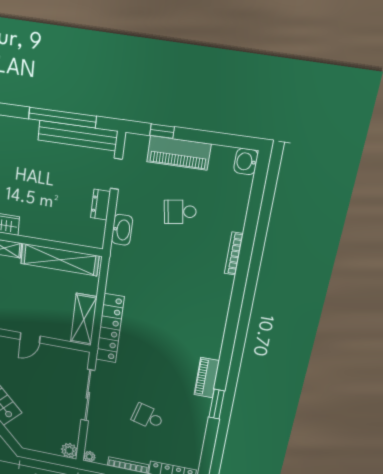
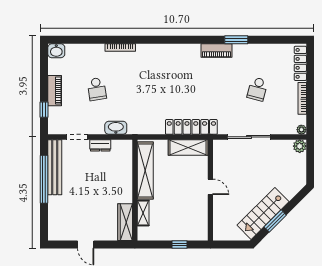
piano: (179, 153) -> (55, 91), width x0.73, depth x0.75

